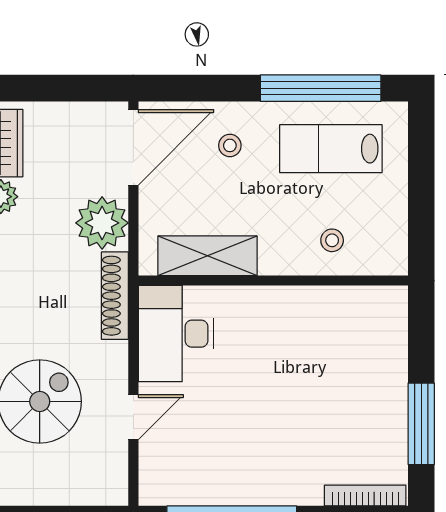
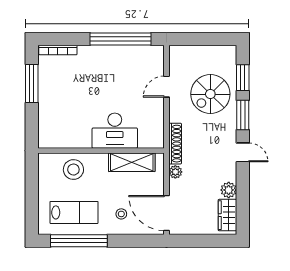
door: (133, 147) -> (167, 213), hinge flipped
plant: (102, 223) -> (175, 172), width x0.53, depth x0.53
stool: (332, 240) -> (73, 170), width x1.89, depth x1.89
desk: (176, 334) -> (115, 131), moved, turned 90

